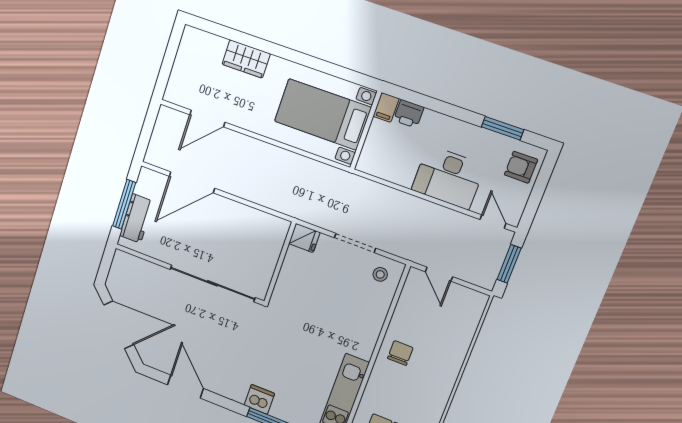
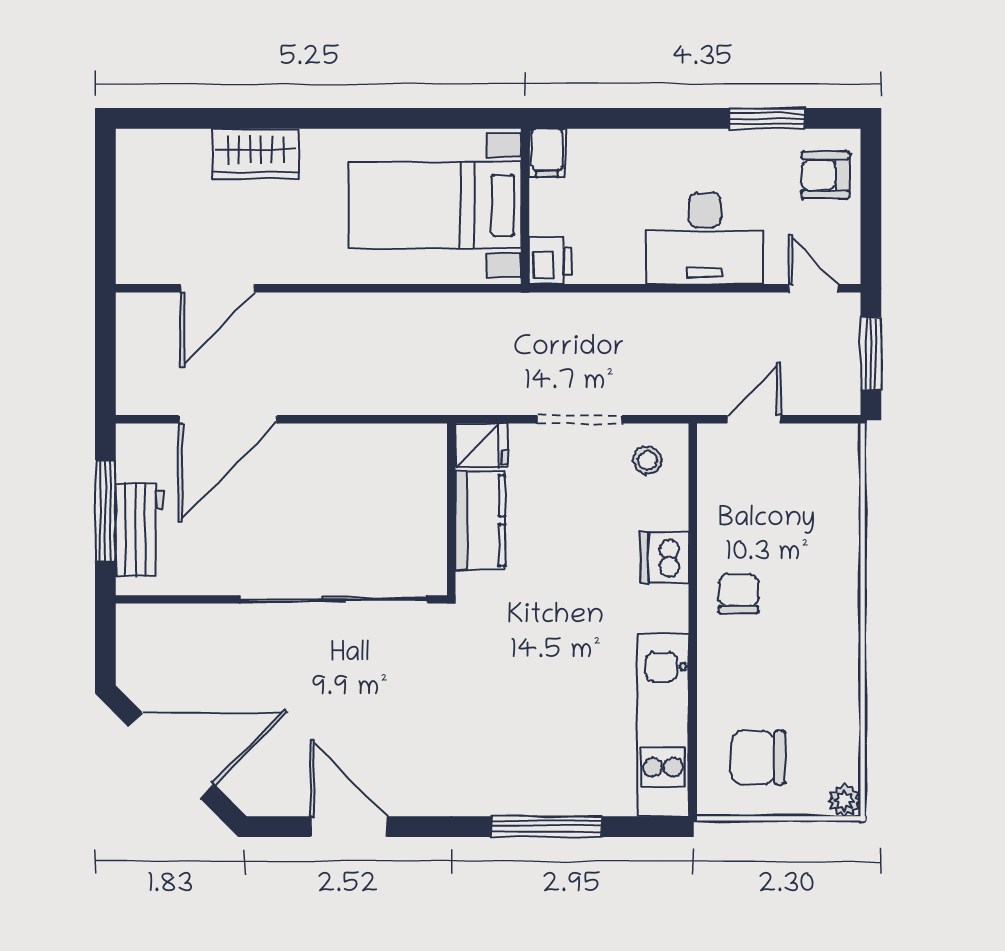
printer: (409, 114) -> (550, 261), moved, turned -90
kitchen counter: (292, 273) -> (480, 520), added
door: (439, 274) -> (754, 419), swing flipped
dishwasher: (259, 399) -> (665, 558), moved, turned -90

